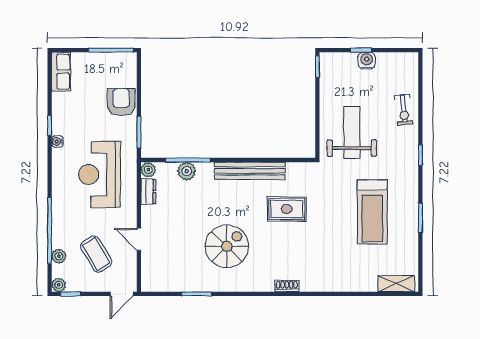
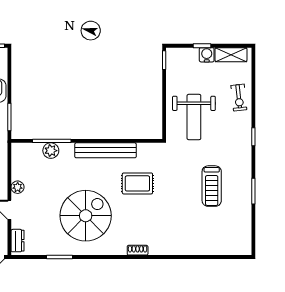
weight bench: (352, 132) -> (194, 117), turned 180
plant: (148, 170) -> (18, 187), moved
dresser: (148, 192) -> (18, 241), moved
treadmill: (372, 212) -> (212, 186), width x0.73, depth x0.73
spiral stairs: (227, 246) -> (86, 216), width x1.37, depth x1.37
shelving: (396, 284) -> (231, 55), moved

